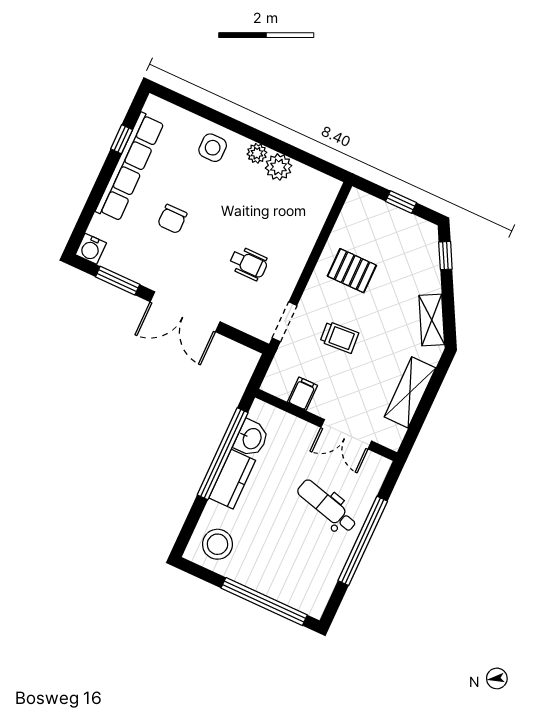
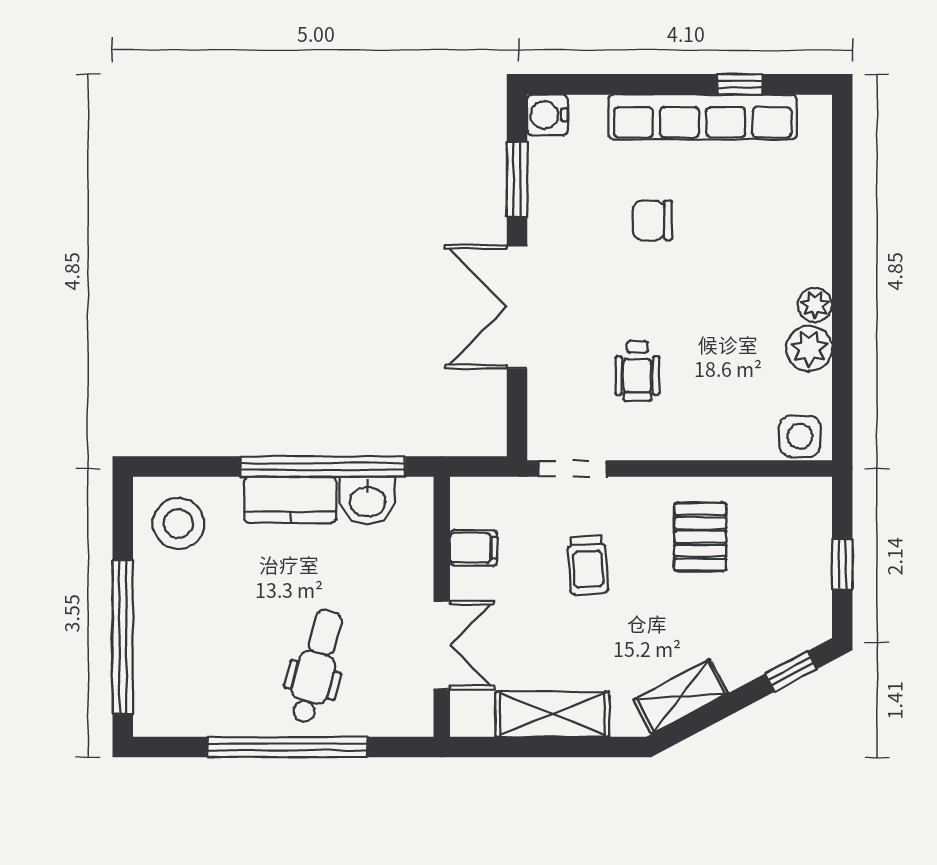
side table: (213, 148) -> (800, 436), moved
double door: (346, 434) -> (442, 645), swing flipped

